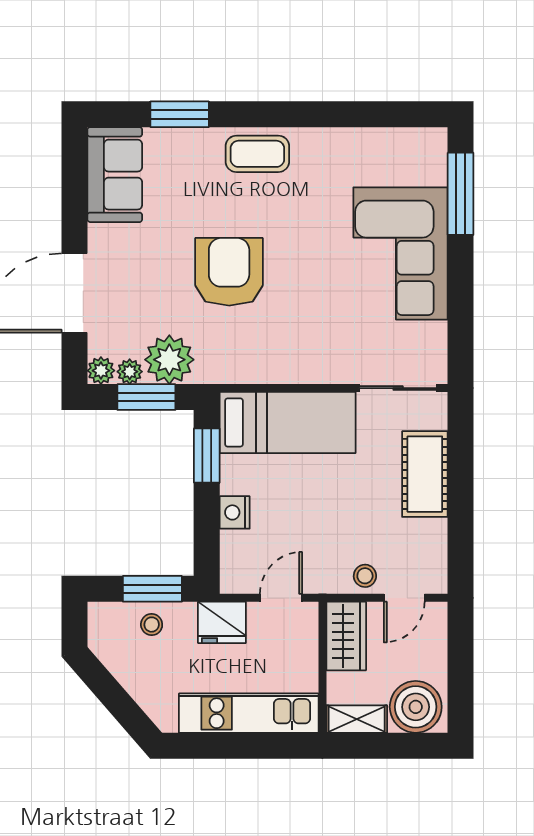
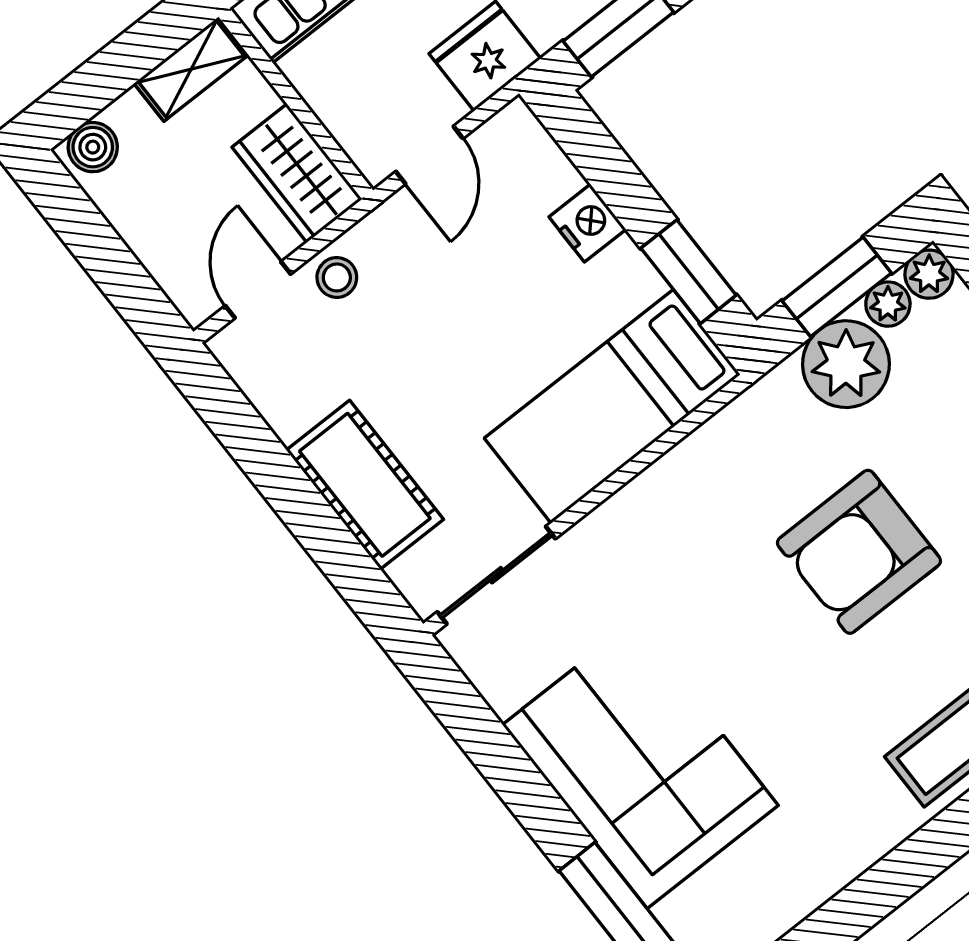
armchair: (229, 272) -> (859, 552), turned 90
boiler: (416, 707) -> (93, 147), width x0.54, depth x0.54

